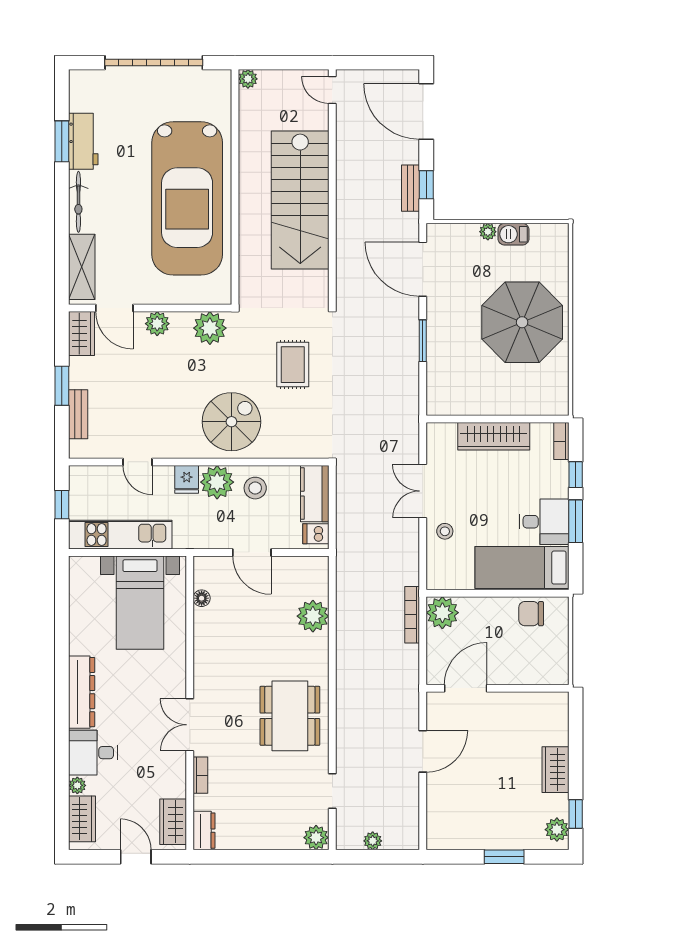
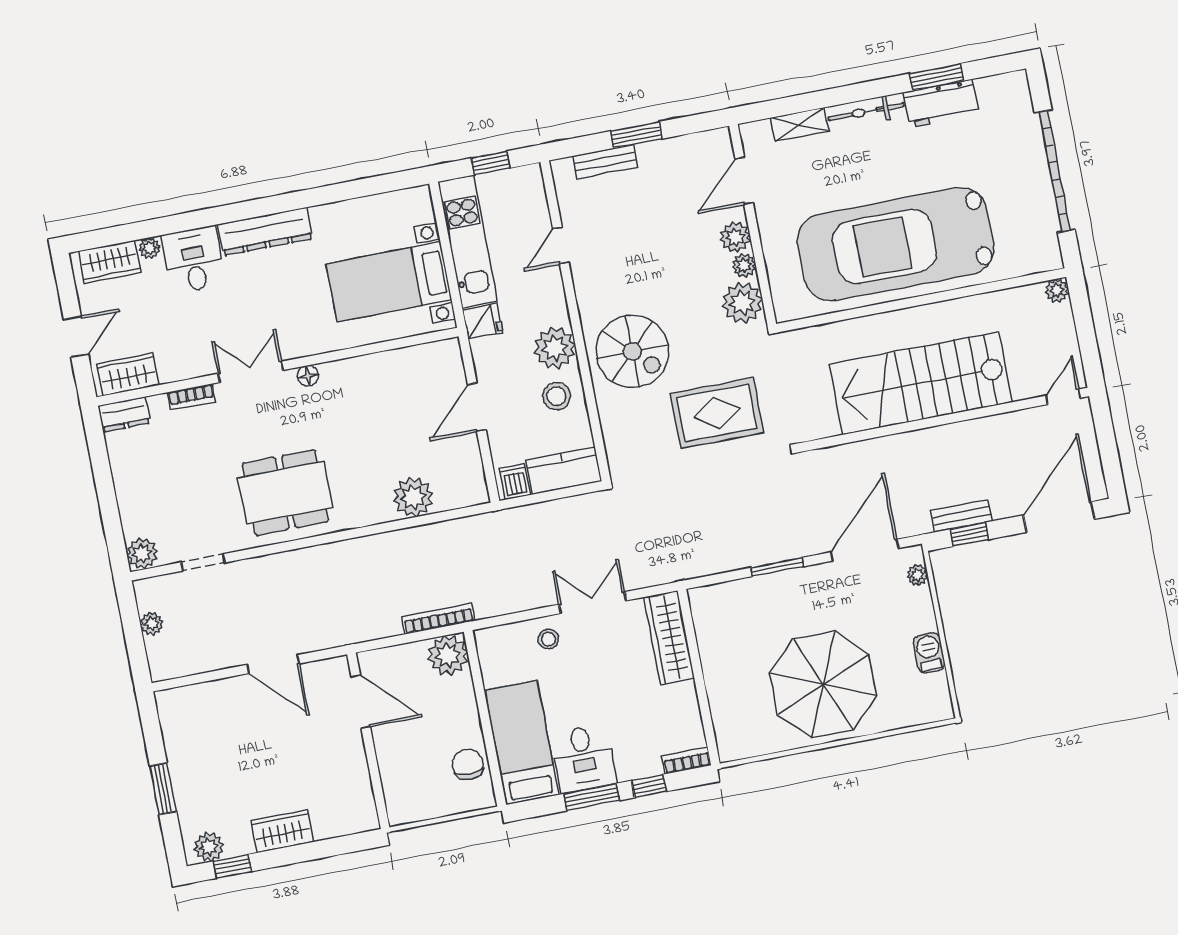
plant: (488, 232) -> (917, 575), moved
shelving: (82, 267) -> (800, 125), width x0.67, depth x0.75
plant: (181, 321) -> (744, 265), added
wardrobe: (82, 334) -> (705, 147), removed
rug: (293, 365) -> (717, 413), width x1.36, depth x1.43
wardrobe: (494, 436) -> (669, 638), moved
fridge: (187, 479) -> (483, 322), moved, turned 180
floor lamp: (202, 598) -> (308, 376), moved

